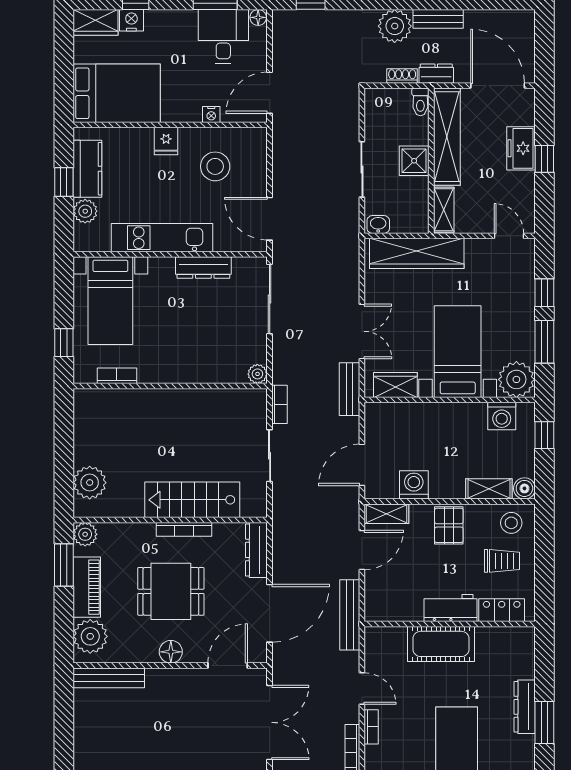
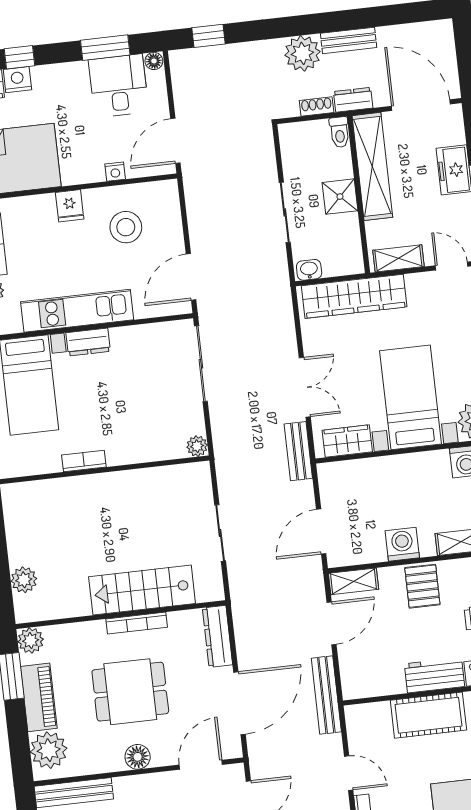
shelving: (444, 210) -> (398, 258), moved, turned 90
door: (270, 219) -> (191, 277), hinge flipped
dresser: (203, 267) -> (88, 342), moved, width x0.70
bookcase: (117, 376) -> (84, 461), moved
bookcase: (280, 404) -> (225, 476), removed
plant: (90, 483) -> (24, 580), width x0.73, depth x0.73
washing machine: (414, 485) -> (402, 544), moved

